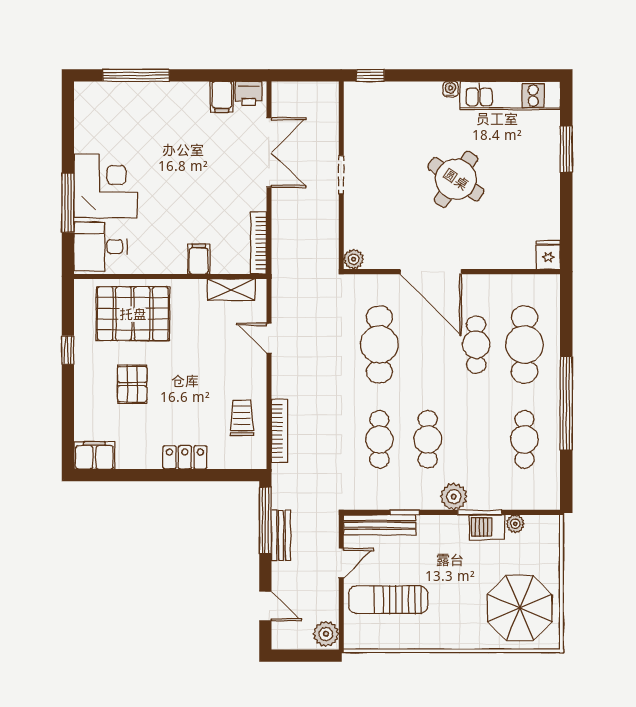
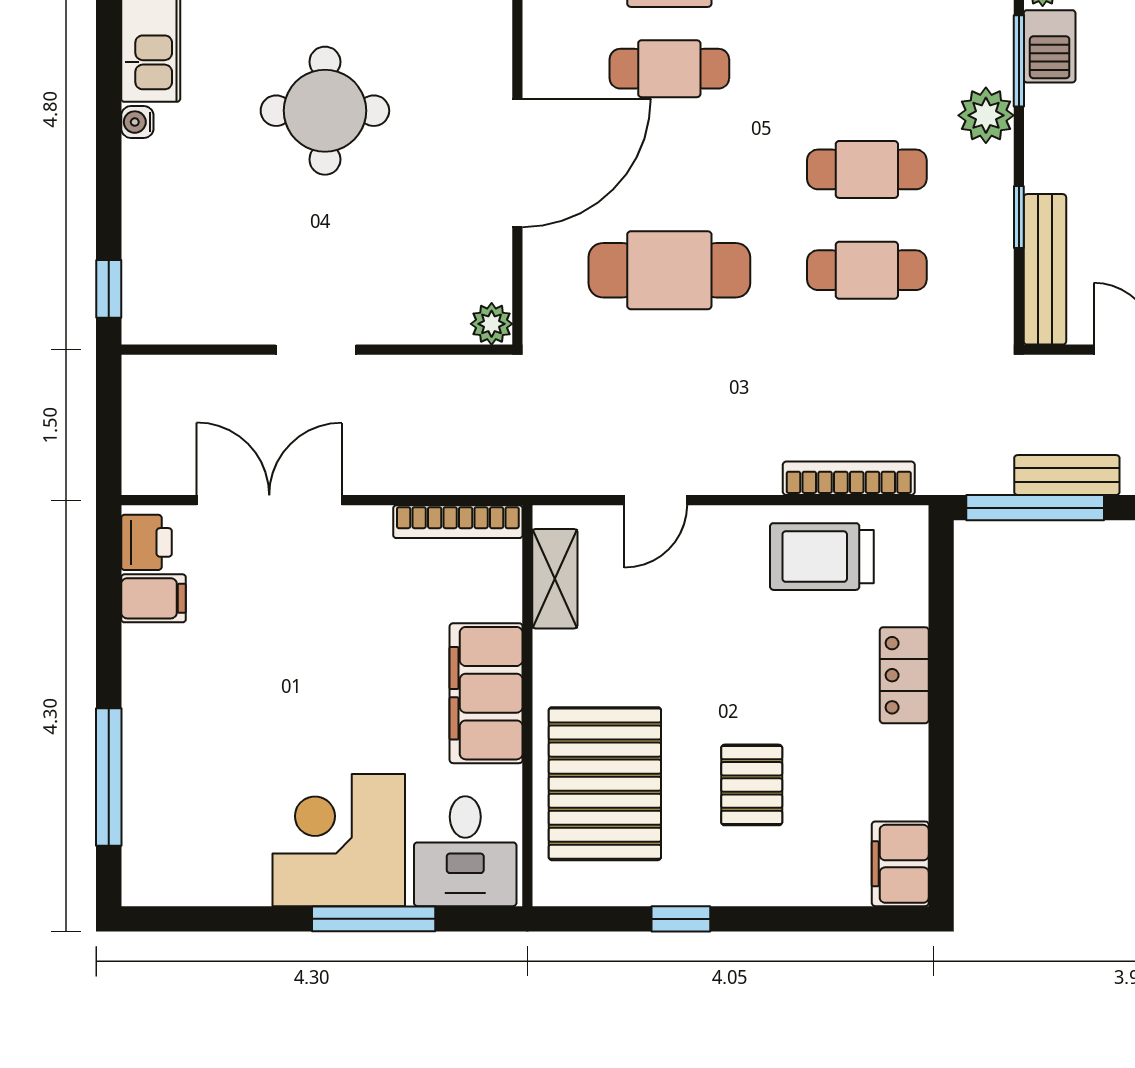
round table: (456, 179) -> (325, 111), turned -34
filing cabinet: (199, 259) -> (486, 693), width x3.00, depth x1.17
pallet: (132, 384) -> (752, 785), turned 90
trolley: (242, 418) -> (822, 557), width x1.36, depth x1.39

